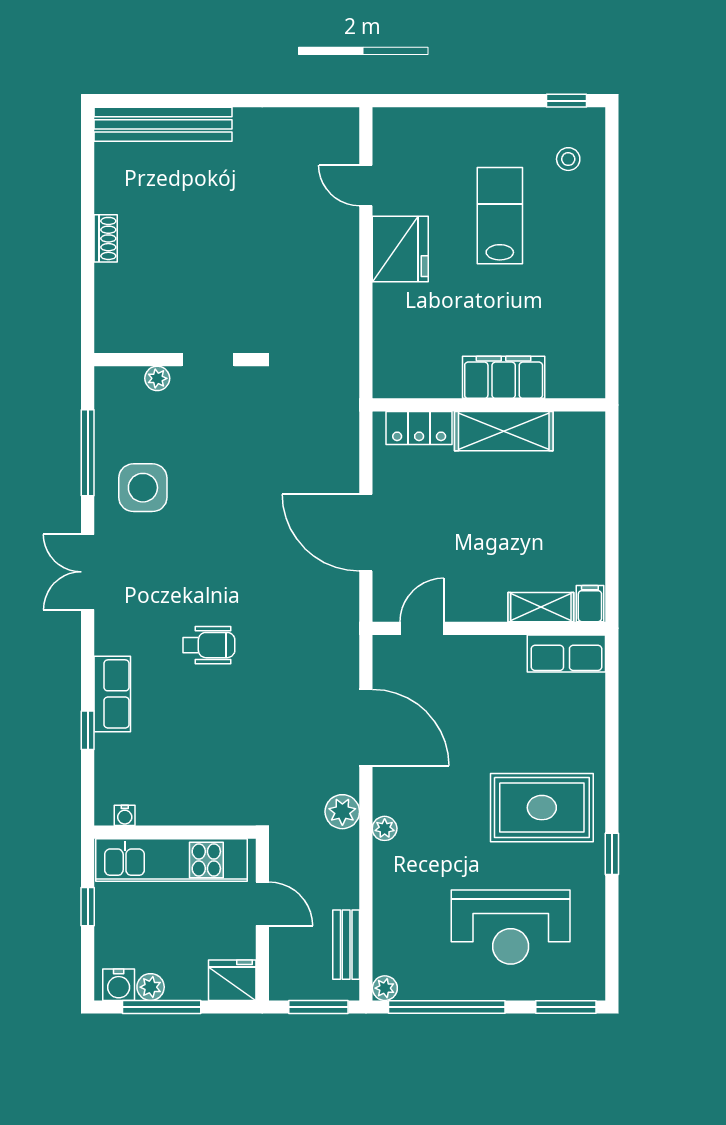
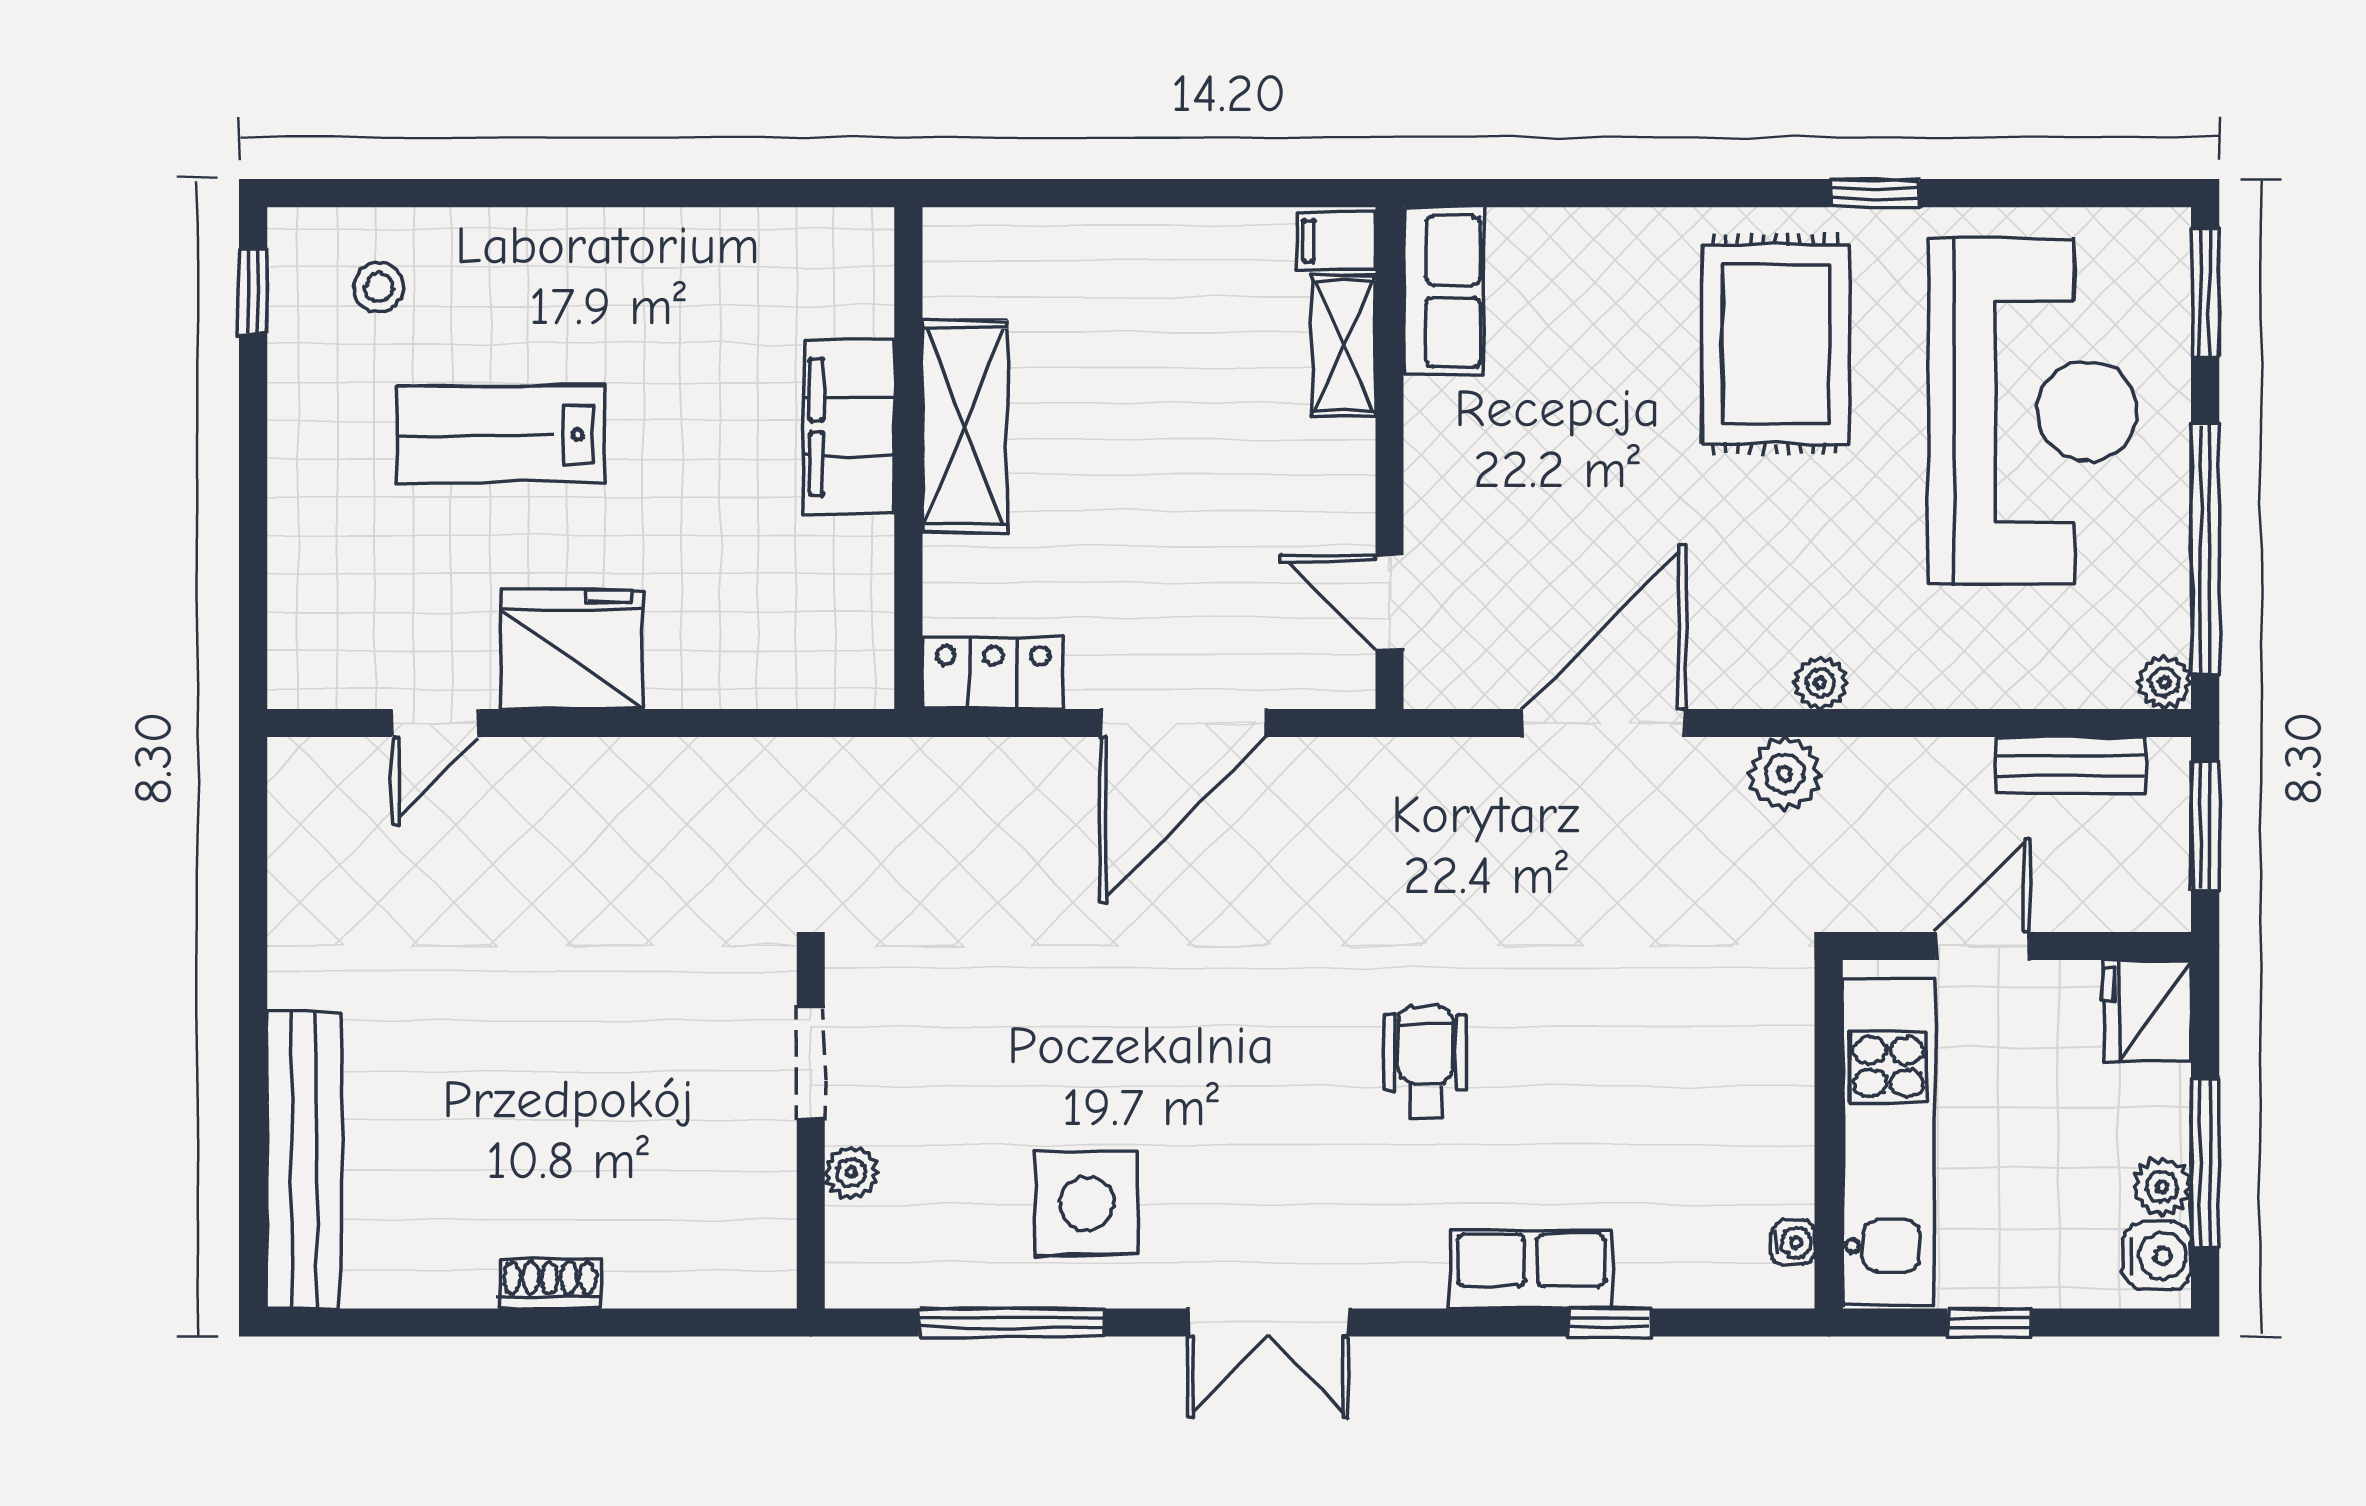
locker: (419, 428) -> (993, 673), moved, turned -90
reception desk: (511, 927) -> (2033, 411), width x1.36, depth x1.30

